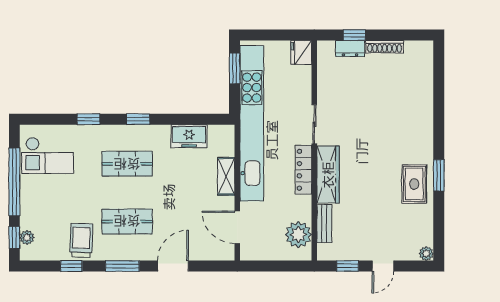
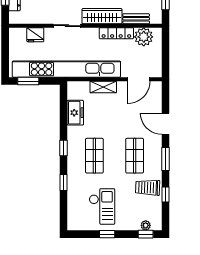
fridge: (301, 52) -> (35, 35), moved
checkout: (48, 155) -> (102, 206), moved
locker: (303, 170) -> (116, 33), moved
window: (14, 182) -> (107, 234), width x0.32

